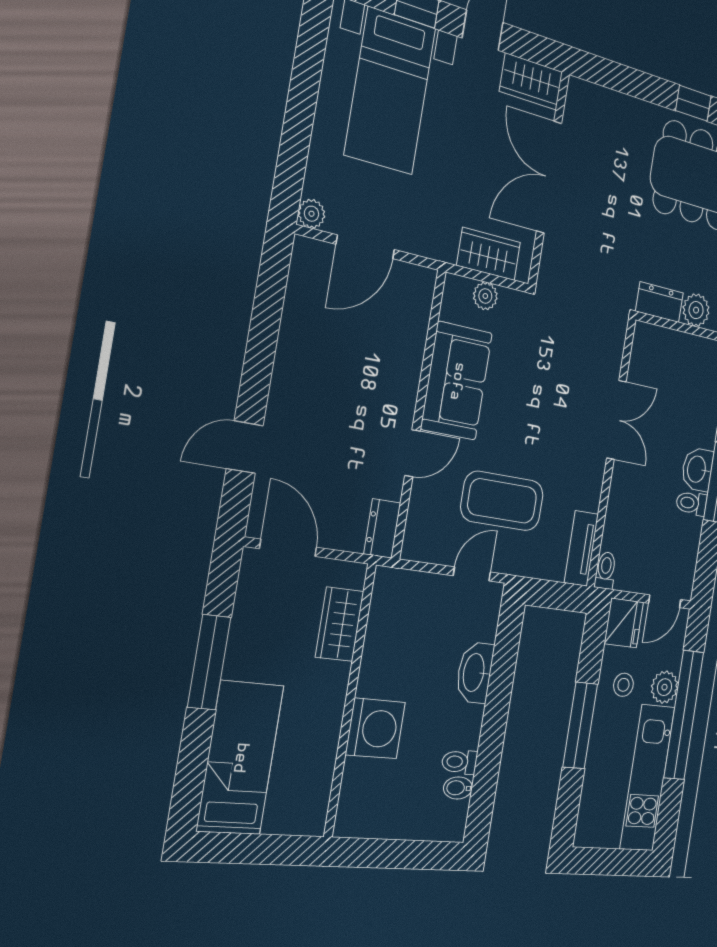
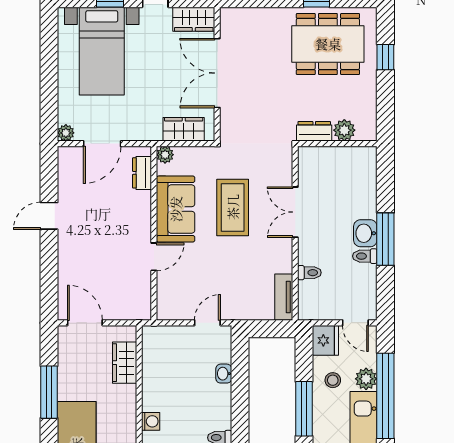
plant: (485, 296) -> (165, 155), moved
double door: (616, 420) -> (295, 212), swing flipped
door: (245, 447) -> (49, 216), moved
coffee table: (502, 501) -> (233, 207), moved, turned 90
dresser: (382, 528) -> (142, 173), moved
toilet: (606, 570) -> (309, 273), moved, turned 90
door: (665, 601) -> (355, 323), hinge flipped
washbasin: (475, 673) -> (224, 374), width x0.52, depth x0.69
washing machine: (375, 728) -> (151, 421), width x0.53, depth x0.53

